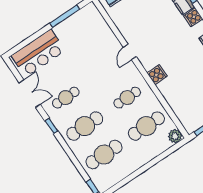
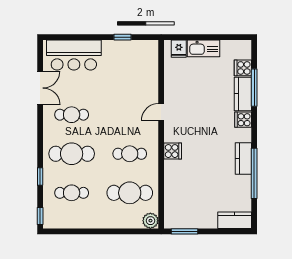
window: (65, 16) -> (123, 37), width x0.46
window: (51, 126) -> (40, 176), moved
cafe table: (104, 155) -> (72, 193), width x0.73, depth x0.74

